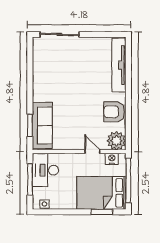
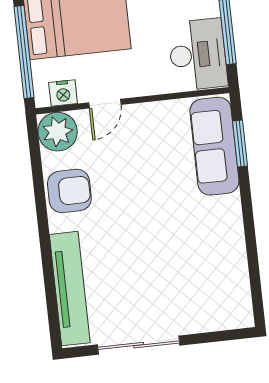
sliding door: (60, 34) -> (139, 345), moved
door: (92, 152) -> (105, 104), hinge flipped

